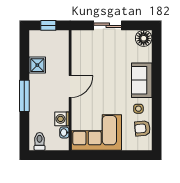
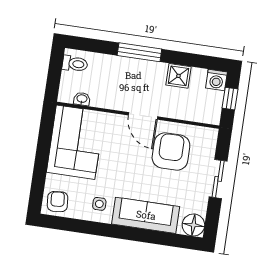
armchair: (93, 62) -> (171, 151), added
sofa: (142, 80) -> (146, 215), width x1.36
washing machine: (62, 119) -> (216, 80), moved, turned 180
armchair: (142, 128) -> (58, 202), moved

